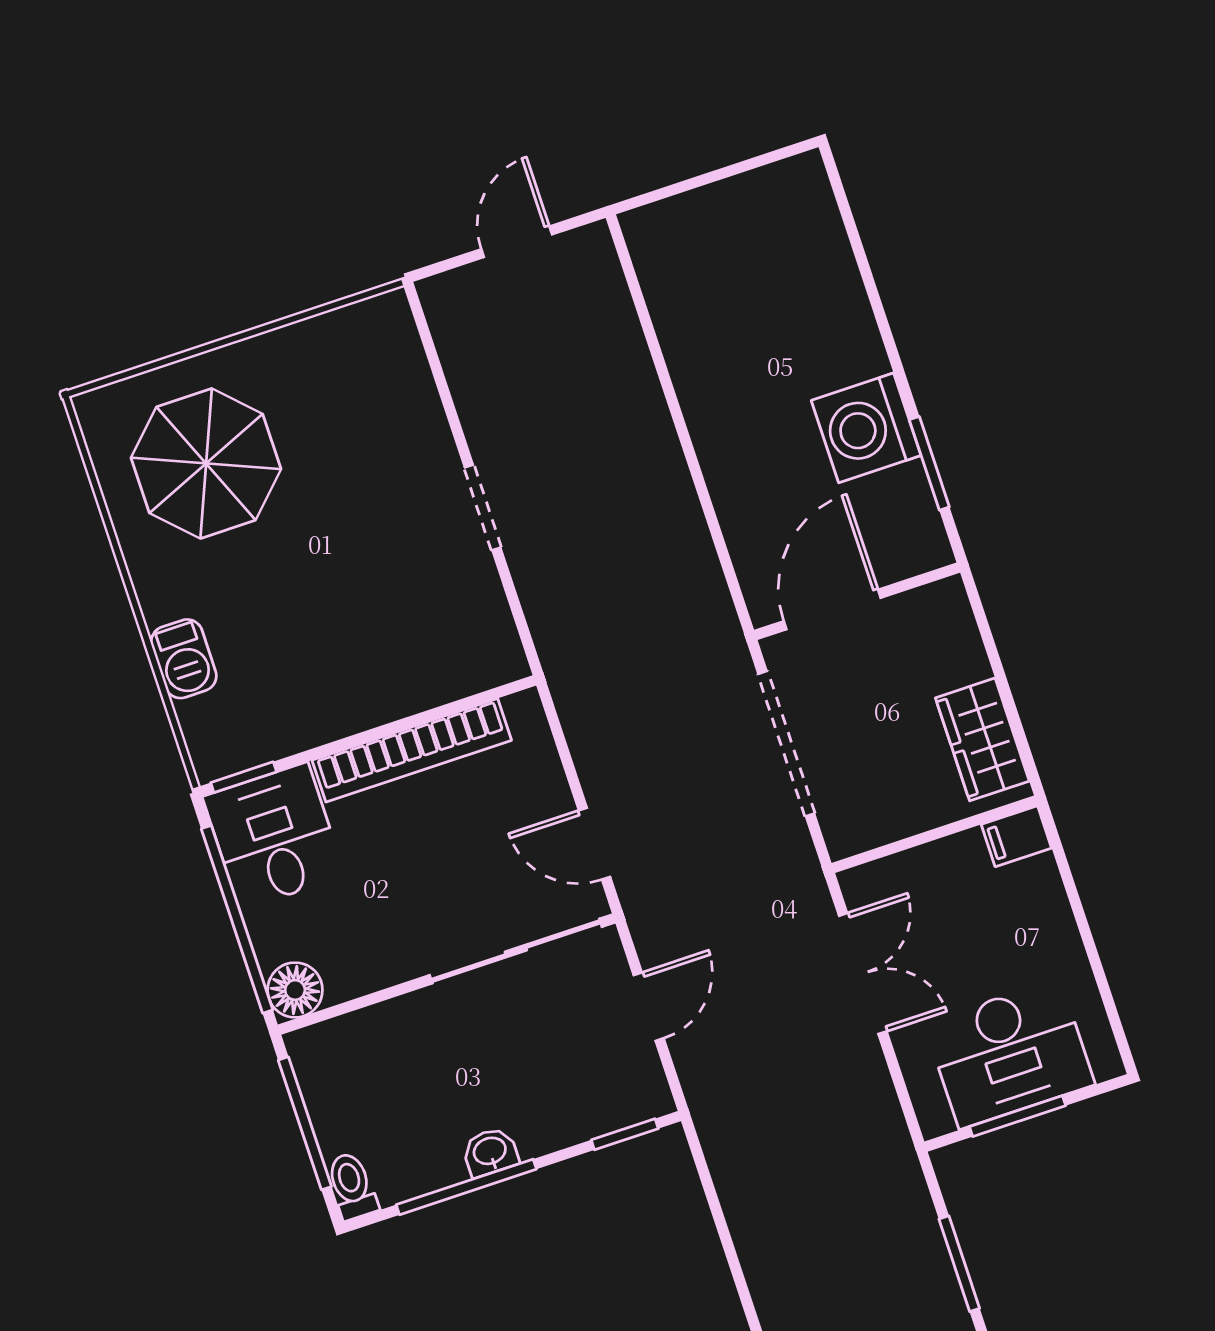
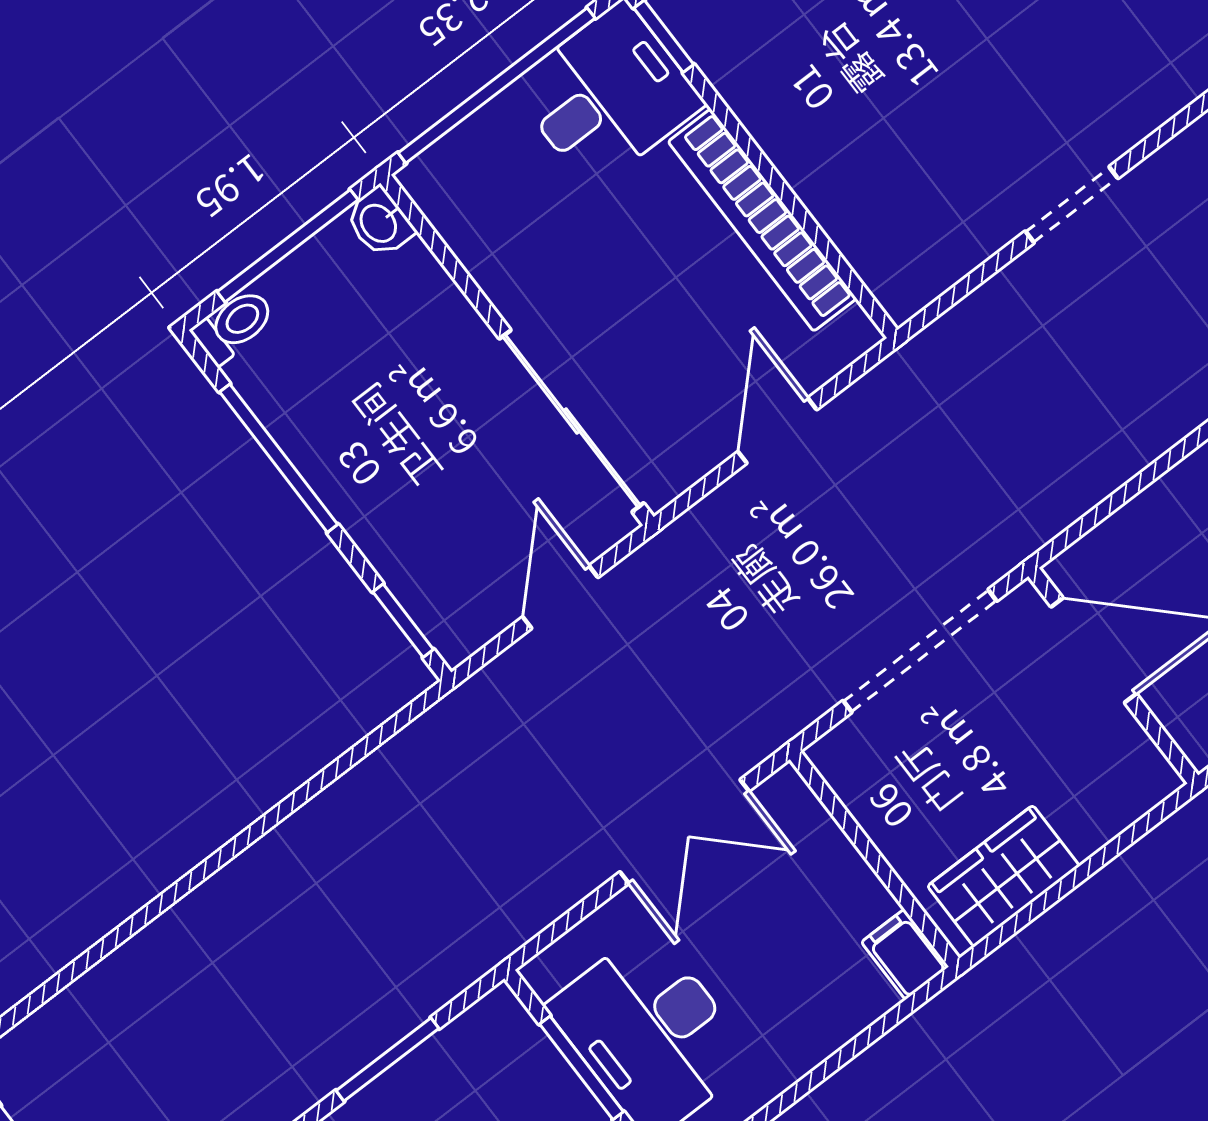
door: (594, 844) -> (777, 431), moved
floor lamp: (295, 990) -> (438, 181), removed
door: (649, 1007) -> (560, 597), swing flipped
washbasin: (490, 1152) -> (379, 222), moved, turned 180

